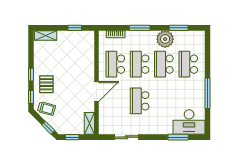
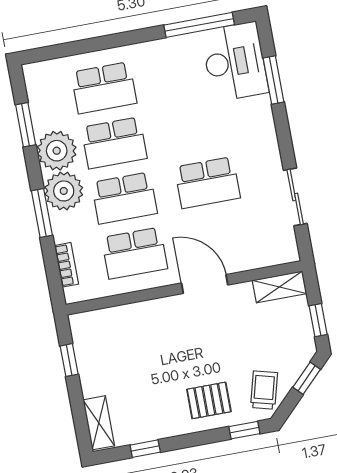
plant: (147, 39) -> (64, 191), added
window: (31, 75) -> (145, 449), moved
window: (208, 93) -> (199, 25), moved

